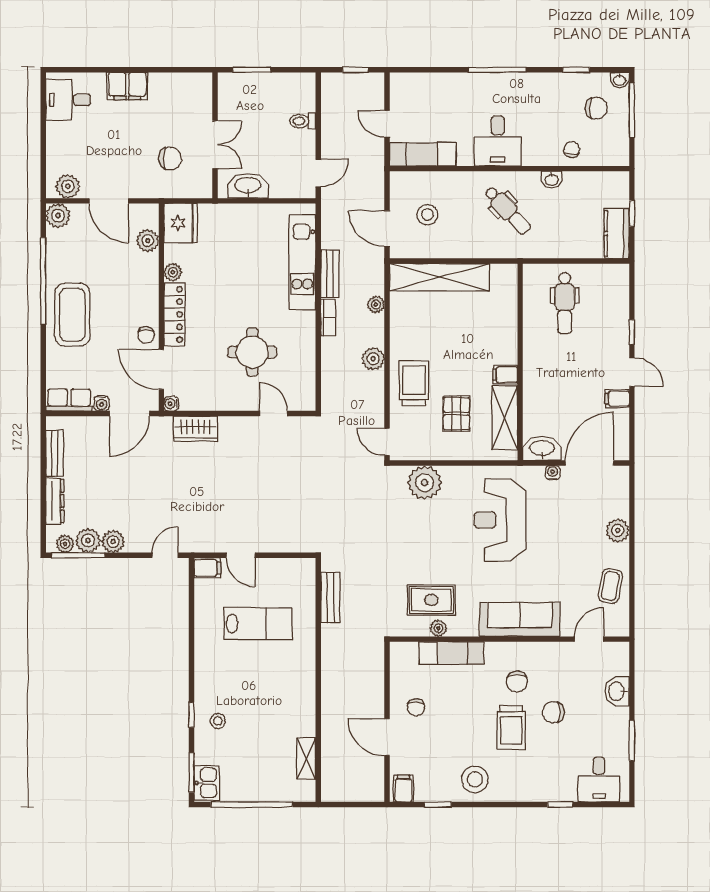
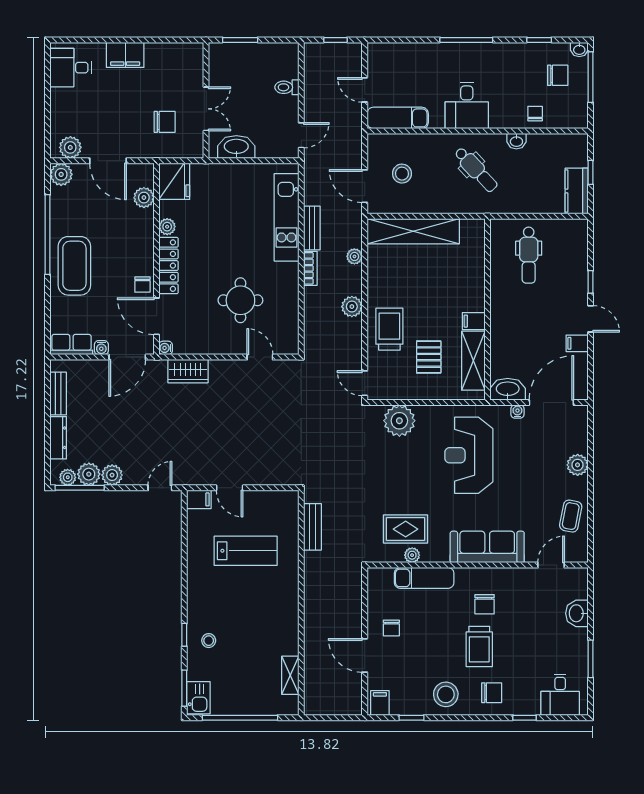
chair: (553, 712) -> (492, 693), moved, turned 180

